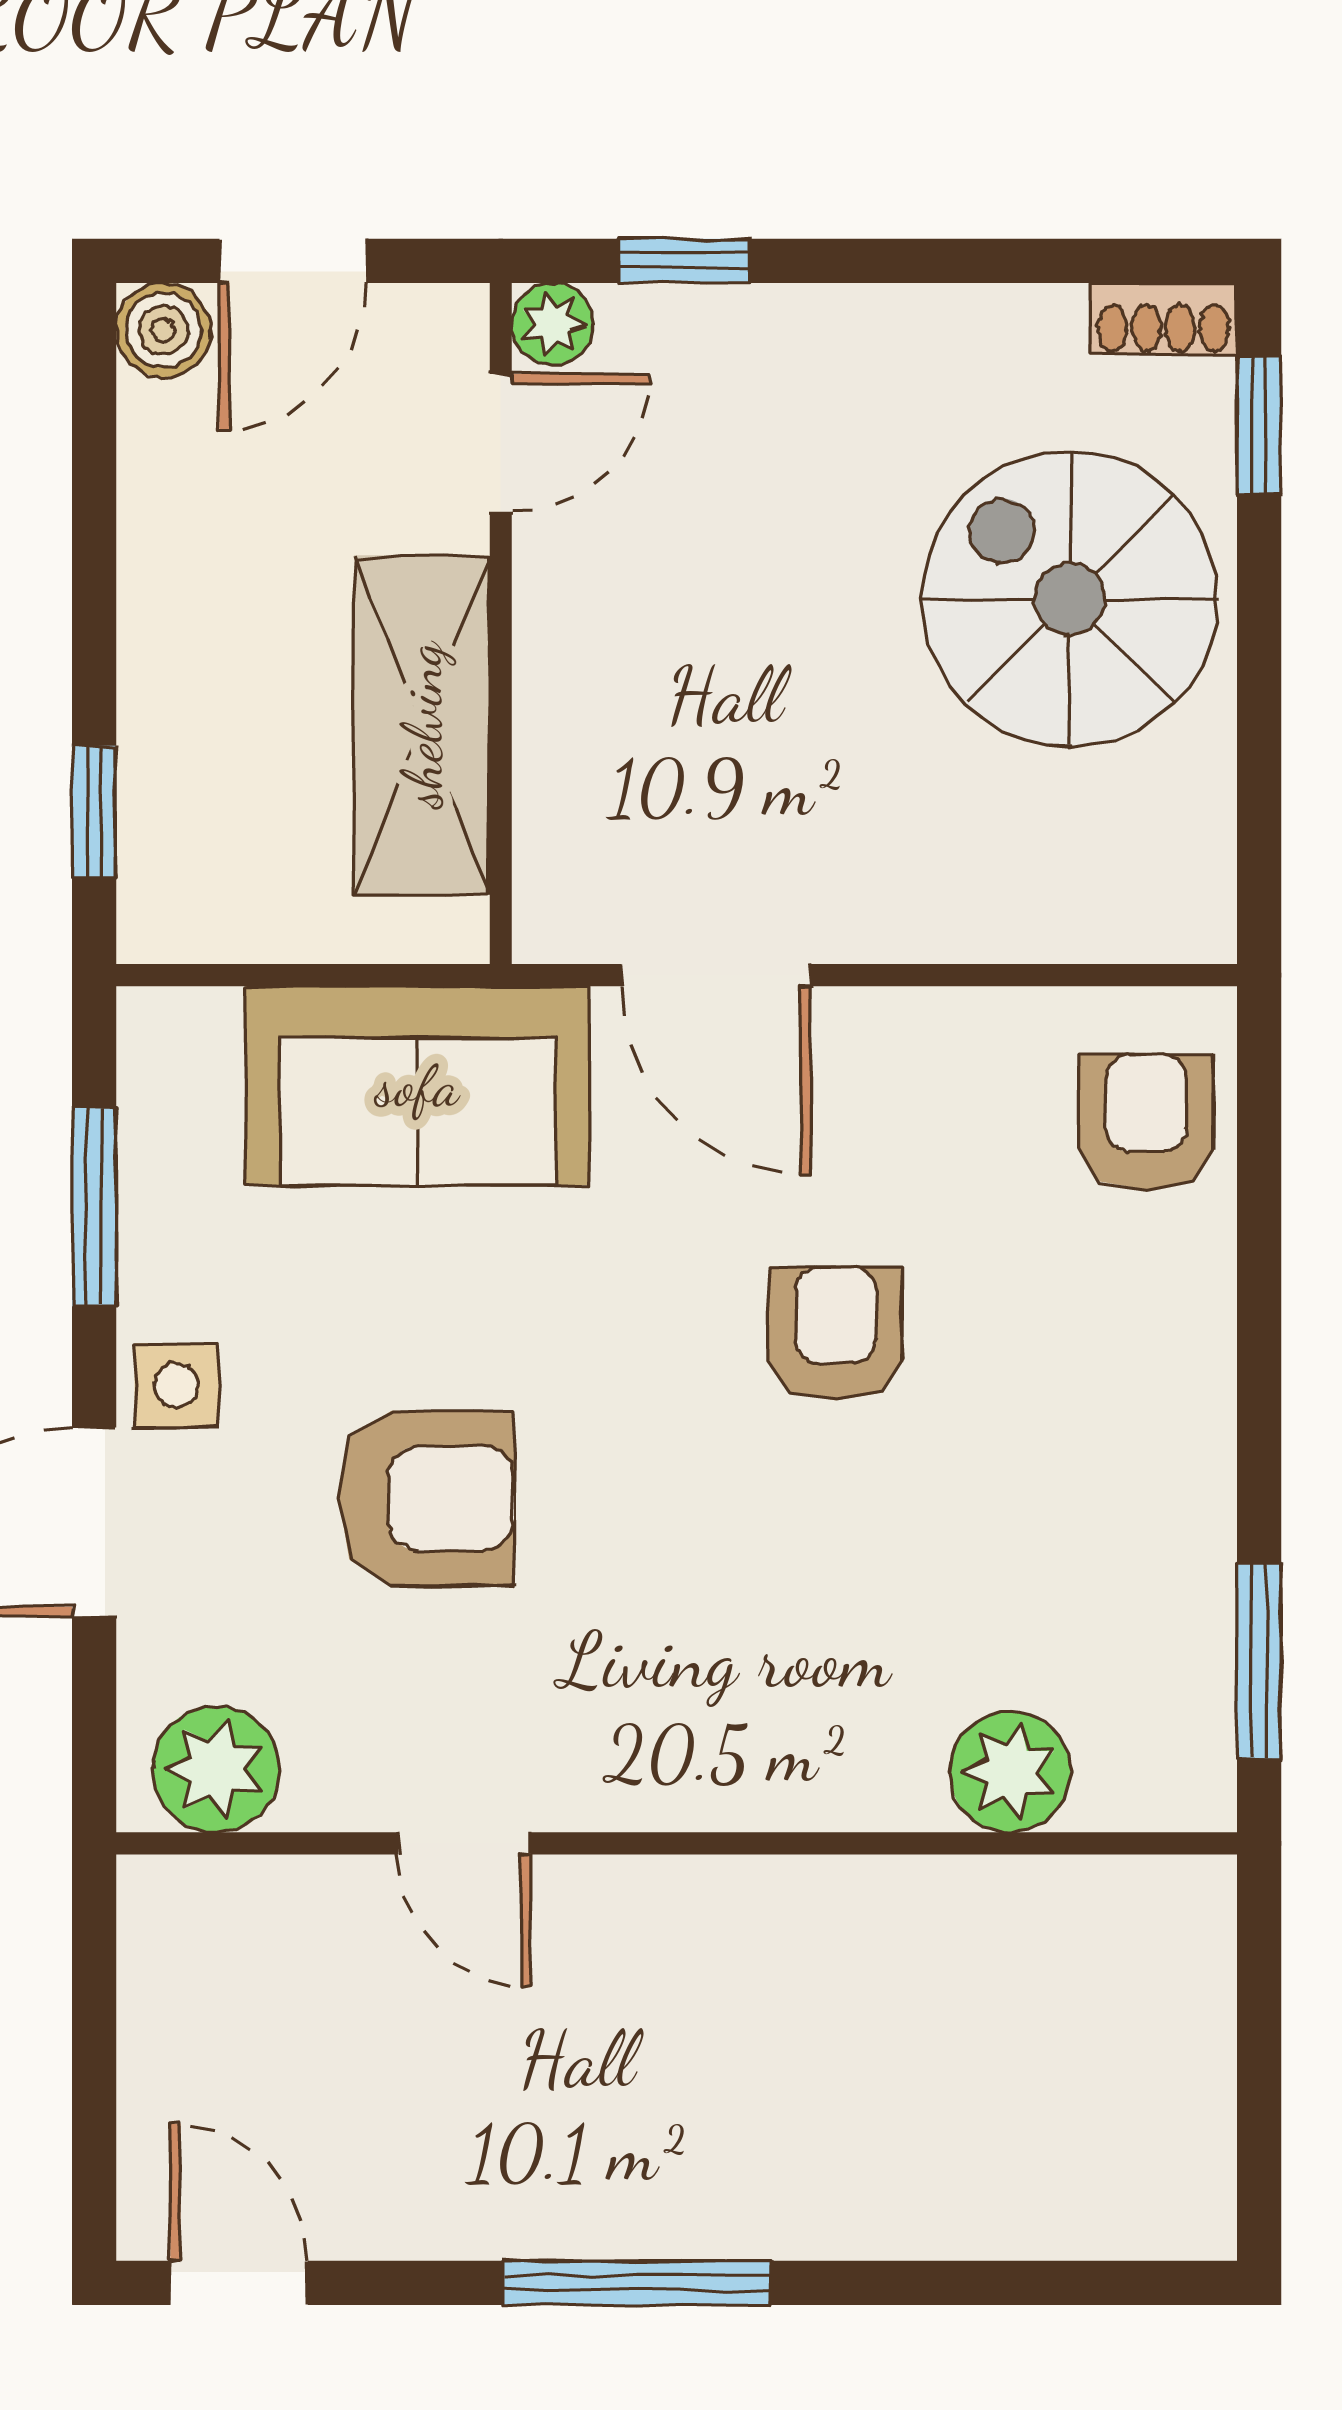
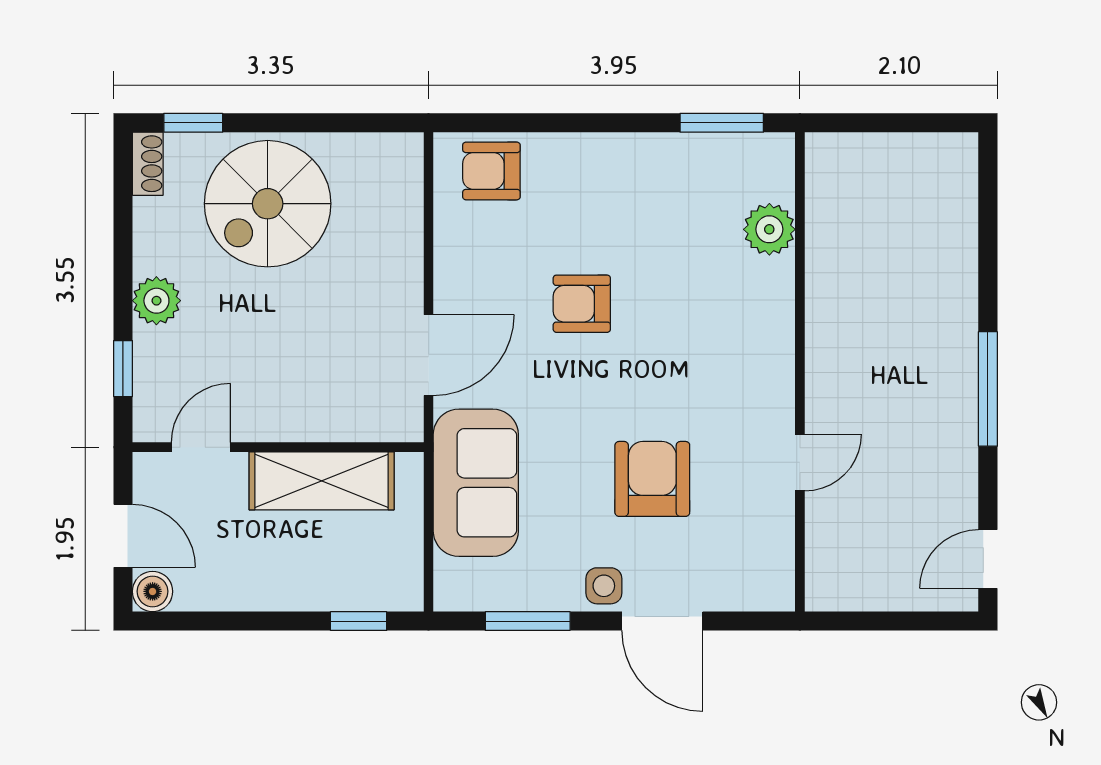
plant: (553, 324) -> (156, 301), moved, width x1.38, depth x1.38
door: (501, 443) -> (201, 447), hinge flipped
plant: (216, 1769) -> (768, 569), removed

